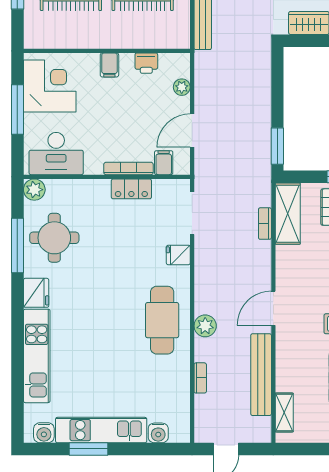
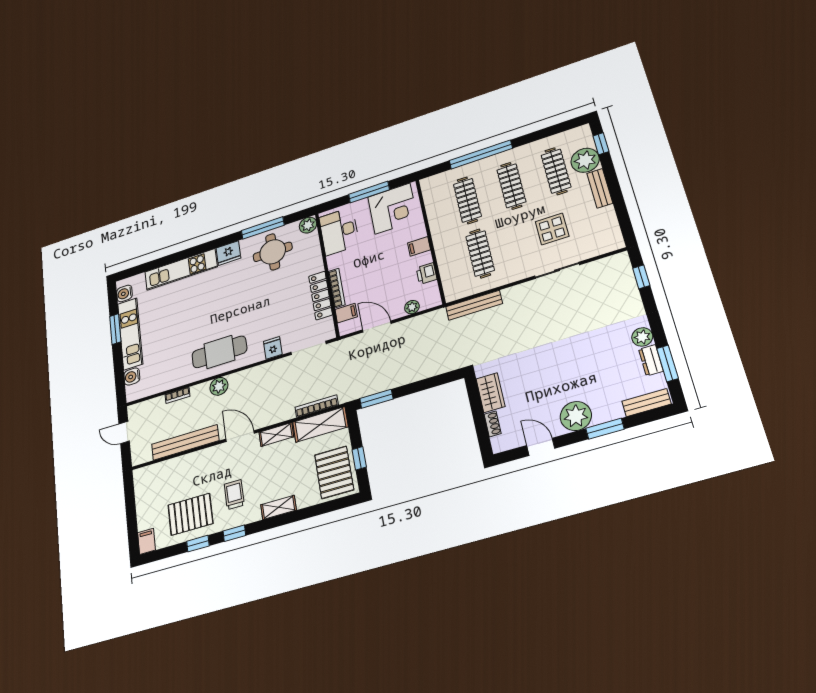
locker: (131, 189) -> (320, 295), width x1.53
bookcase: (265, 224) -> (317, 406), width x1.56
shelving: (284, 412) -> (276, 435), moved

